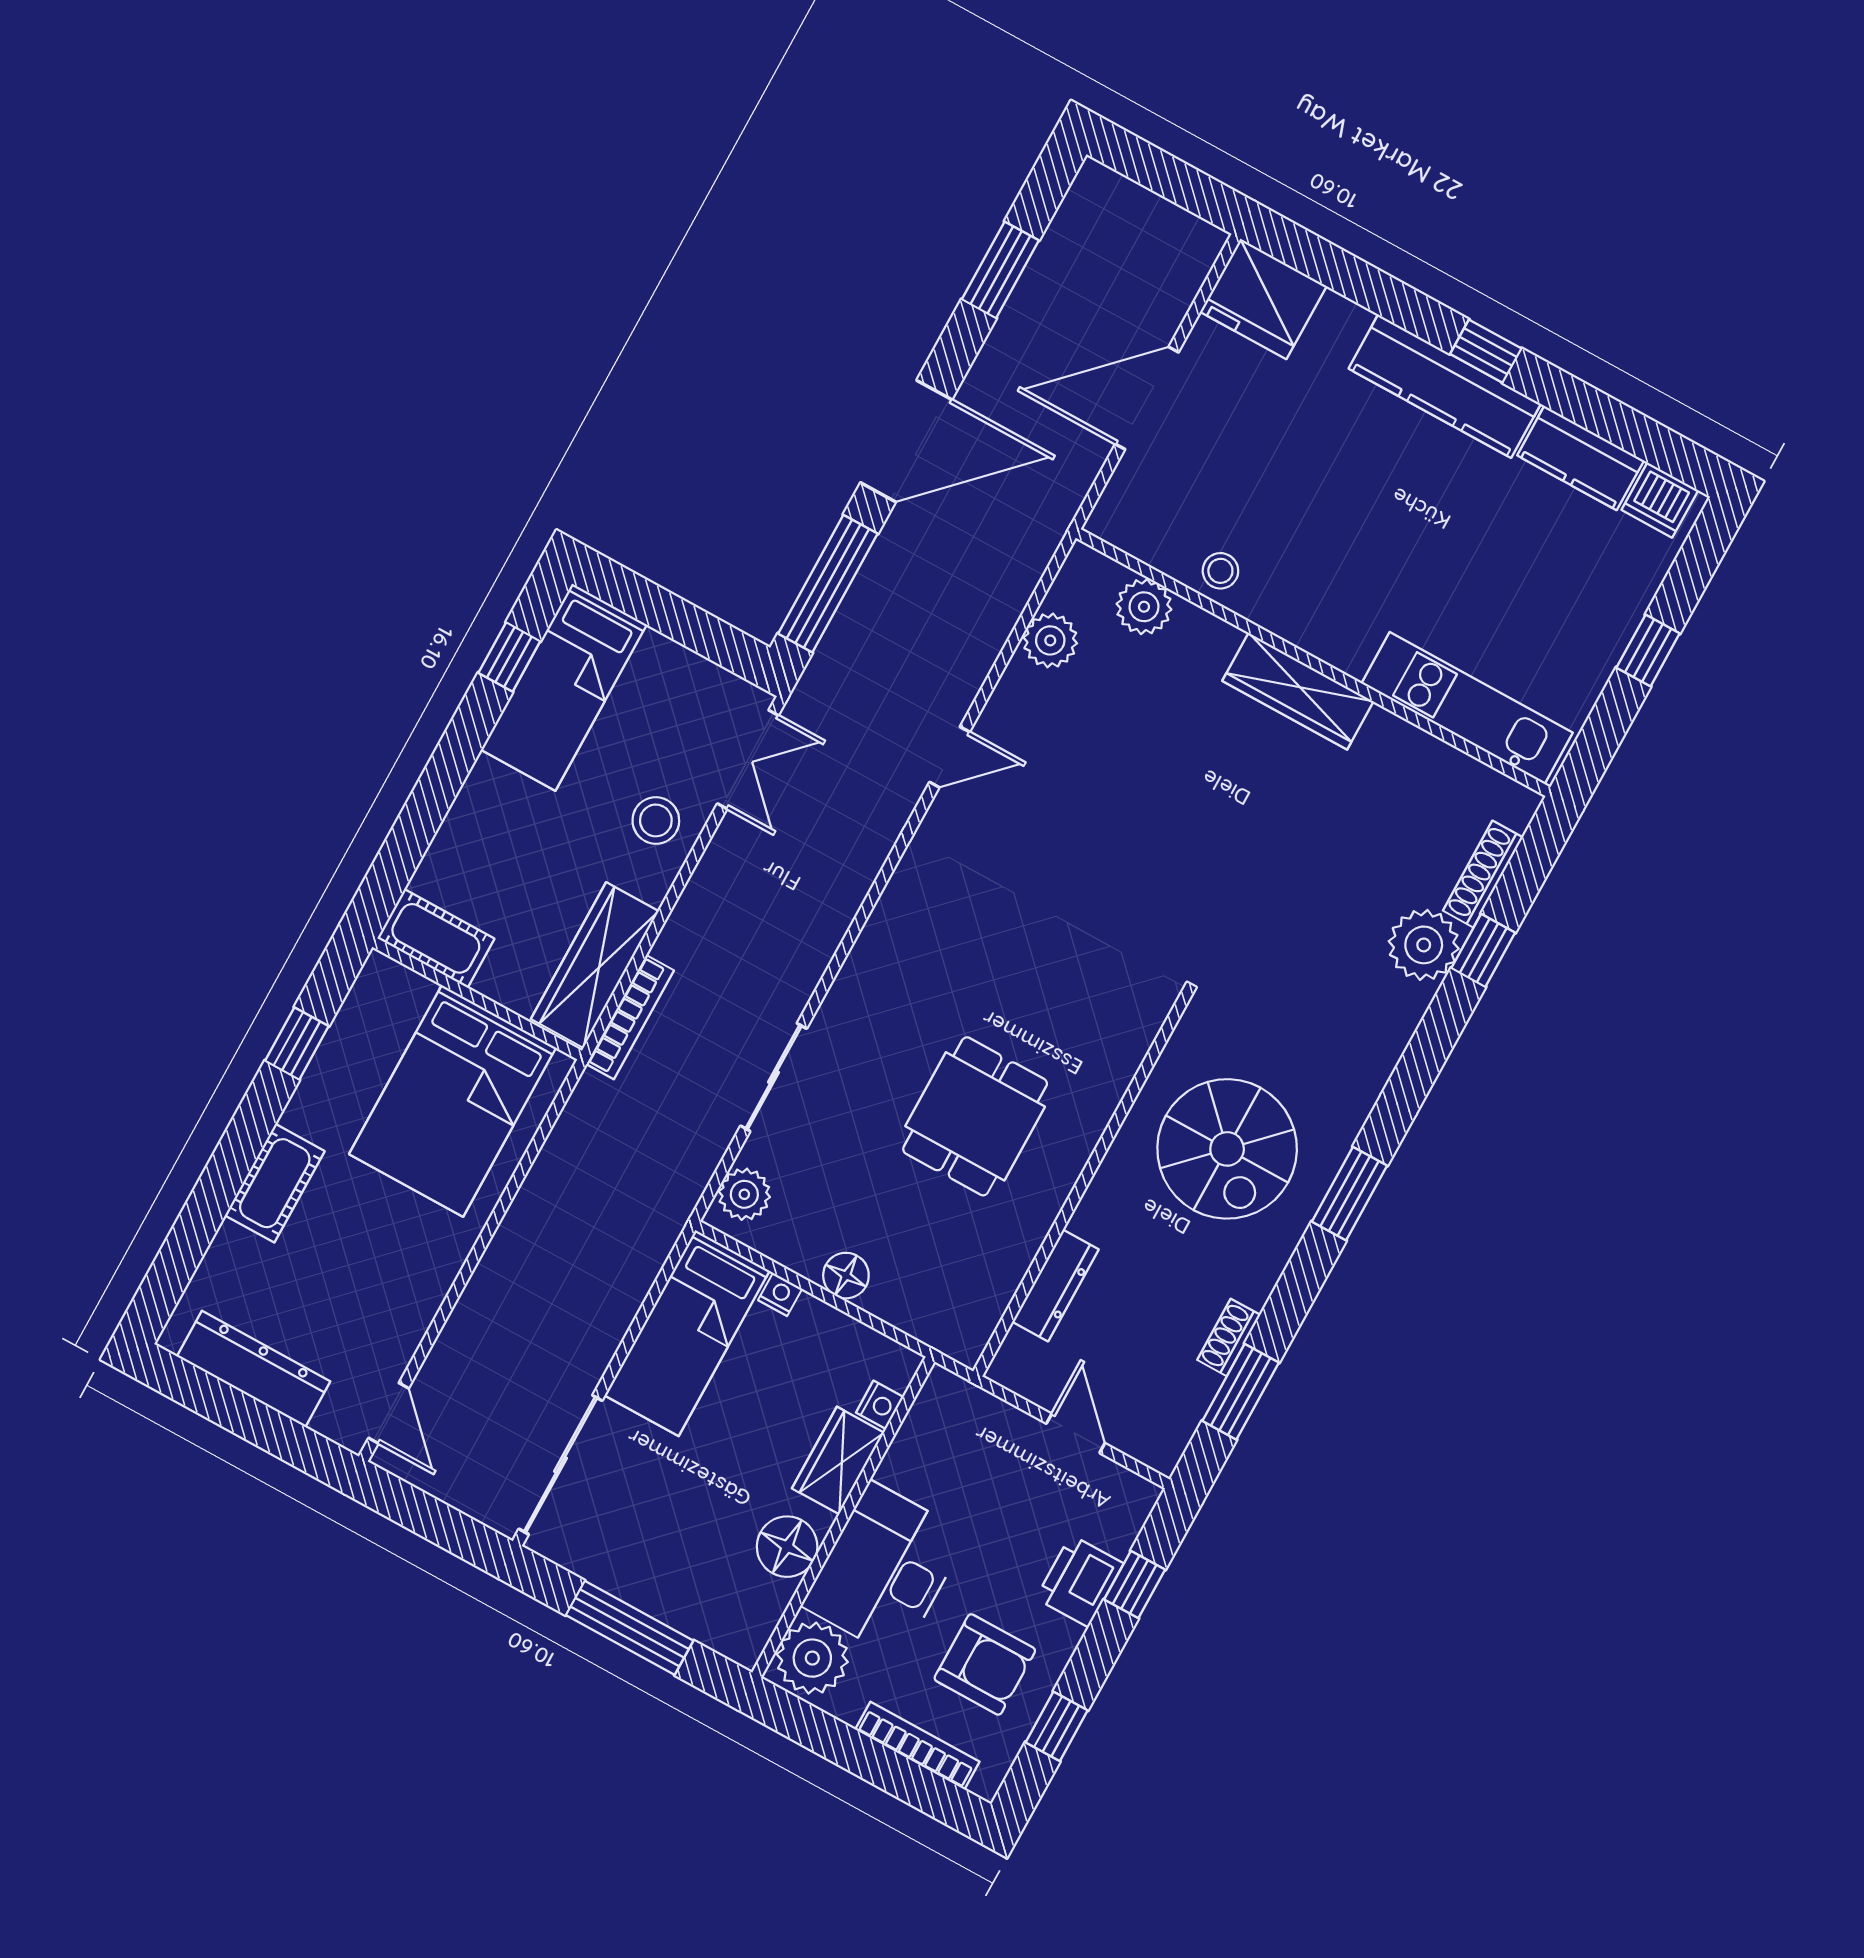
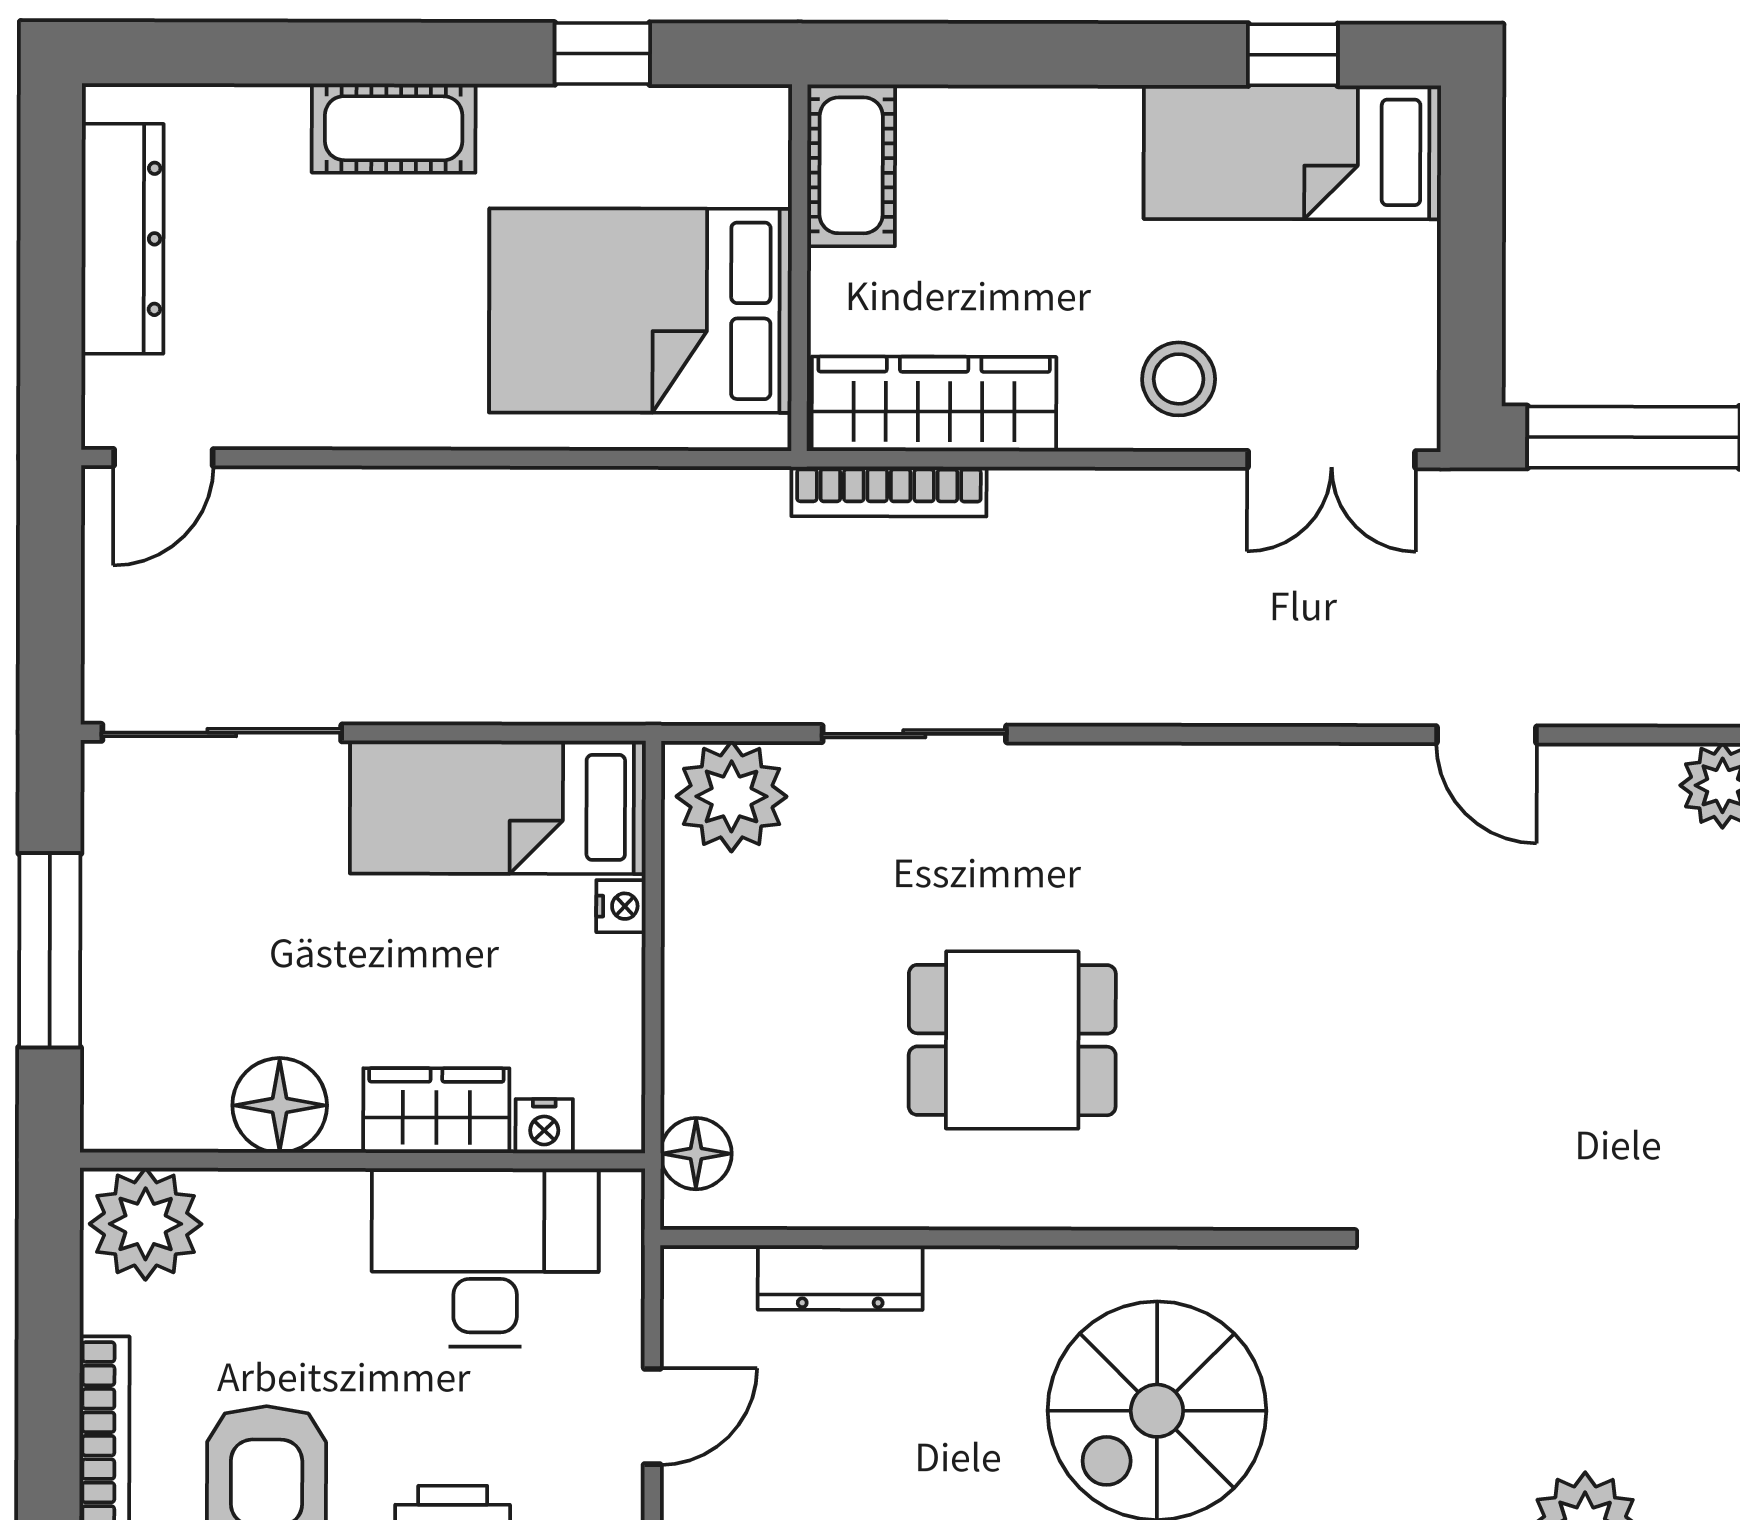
plant: (744, 1194) -> (732, 796), width x1.36, depth x1.36
floor lamp: (846, 1276) -> (696, 1154), moved
desk: (885, 1570) -> (485, 1257), moved

